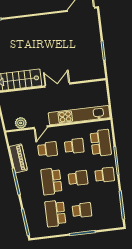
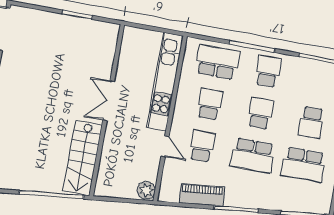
plant: (21, 123) -> (146, 190), moved
school desk: (82, 210) -> (311, 122), turned 180

